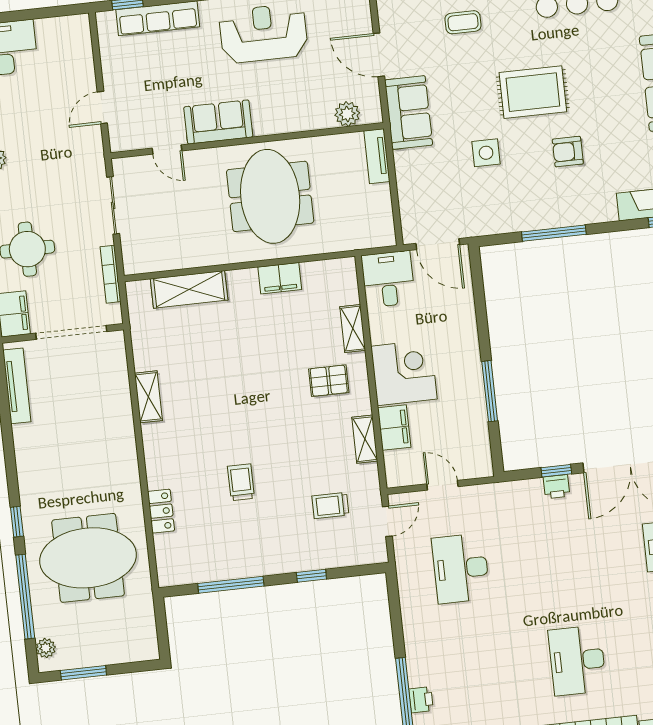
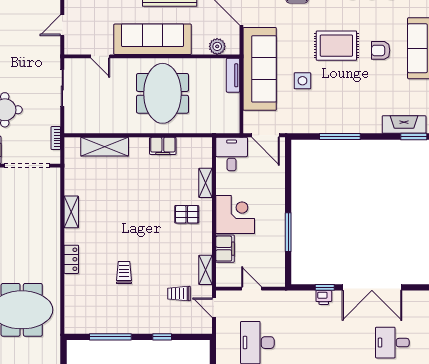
sofa: (409, 112) -> (260, 69), width x1.85, depth x1.27
sofa: (218, 122) -> (153, 39), width x1.85, depth x1.27
armchair: (568, 152) -> (381, 50), moved
bookcase: (110, 274) -> (56, 138), width x0.64
shelving: (365, 439) -> (206, 270), moved
locker: (161, 511) -> (71, 259), moved
door: (387, 521) -> (214, 308), swing flipped

